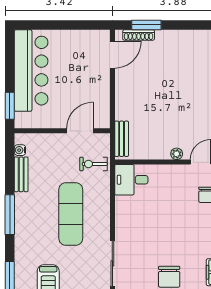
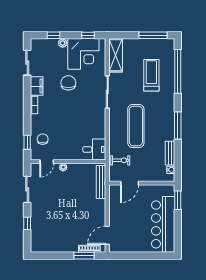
bench: (122, 139) -> (101, 182), width x1.36

